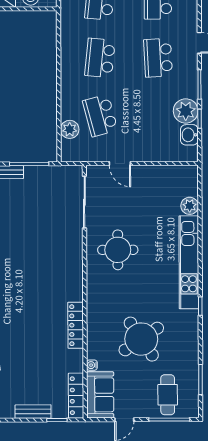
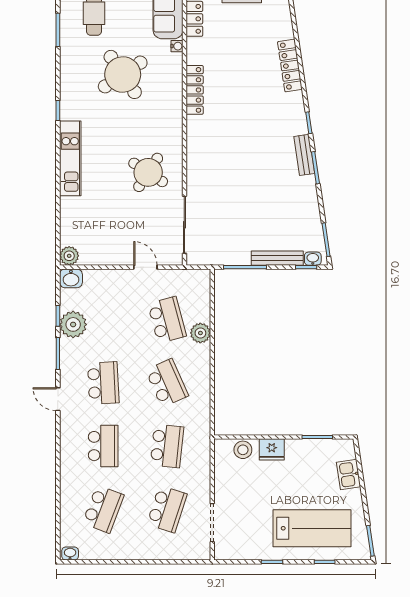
school desk: (100, 58) -> (167, 383), turned -30
plant: (70, 129) -> (200, 333), moved
washbasin: (189, 135) -> (71, 278), moved, turned 90
plant: (190, 206) -> (69, 256), moved
round table: (118, 250) -> (148, 172), turned 33
kitchen unit: (189, 262) -> (70, 158), width x0.73

